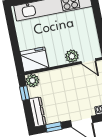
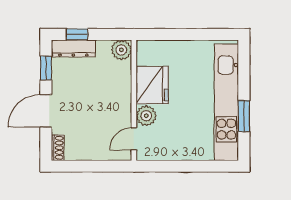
fridge: (34, 60) -> (152, 85), moved
window: (24, 93) -> (77, 34), moved

